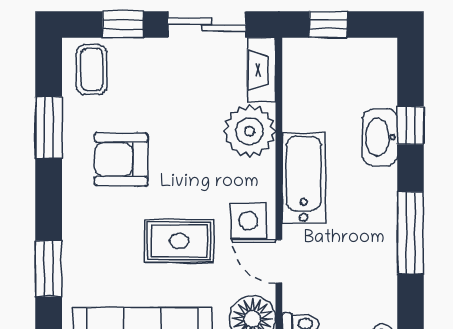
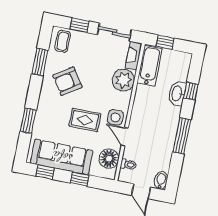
armchair: (121, 159) -> (67, 81), turned -34
bathtub: (304, 178) -> (150, 66), moved

